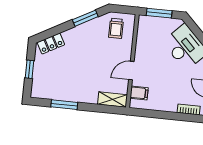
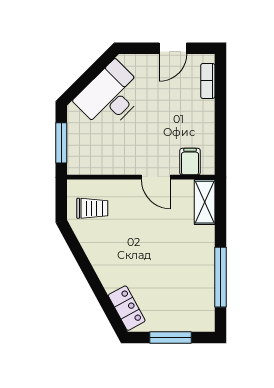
window: (85, 18) -> (81, 258), removed
window: (29, 69) -> (170, 337), width x1.50
window: (64, 105) -> (220, 277), width x1.44

